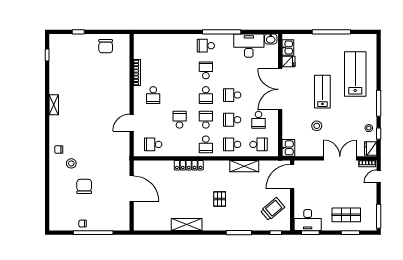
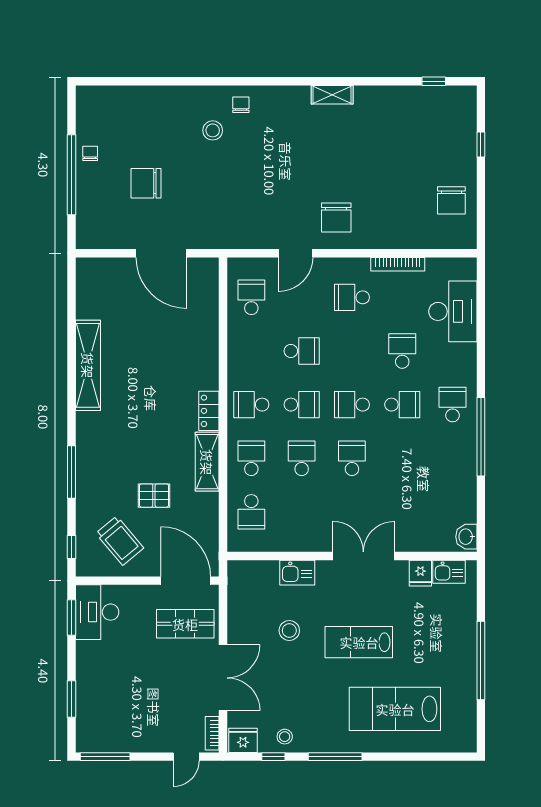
chair: (106, 46) -> (451, 200), turned -90
desk: (249, 46) -> (453, 311), moved
lab bench: (355, 74) -> (395, 709), turned 180
double door: (280, 89) -> (363, 556), width x0.73
lab bench: (322, 92) -> (359, 642), turned 180
chair: (114, 103) -> (336, 218), added
school desk: (258, 120) -> (402, 351), moved, turned 90
door: (132, 123) -> (296, 253), swing flipped
kitchen sink: (288, 148) -> (297, 573), moved
locker: (189, 165) -> (209, 411), moved, width x0.66
shelving: (244, 166) -> (207, 462), moved
door: (379, 176) -> (186, 757), swing flipped
chair: (84, 186) -> (146, 183), moved, turned 180
door: (132, 189) -> (161, 253), hinge flipped
pallet: (220, 199) -> (154, 496), moved
shop shelf: (346, 215) -> (185, 624), moved, turned 90
shelving: (187, 225) -> (88, 365), width x1.47

